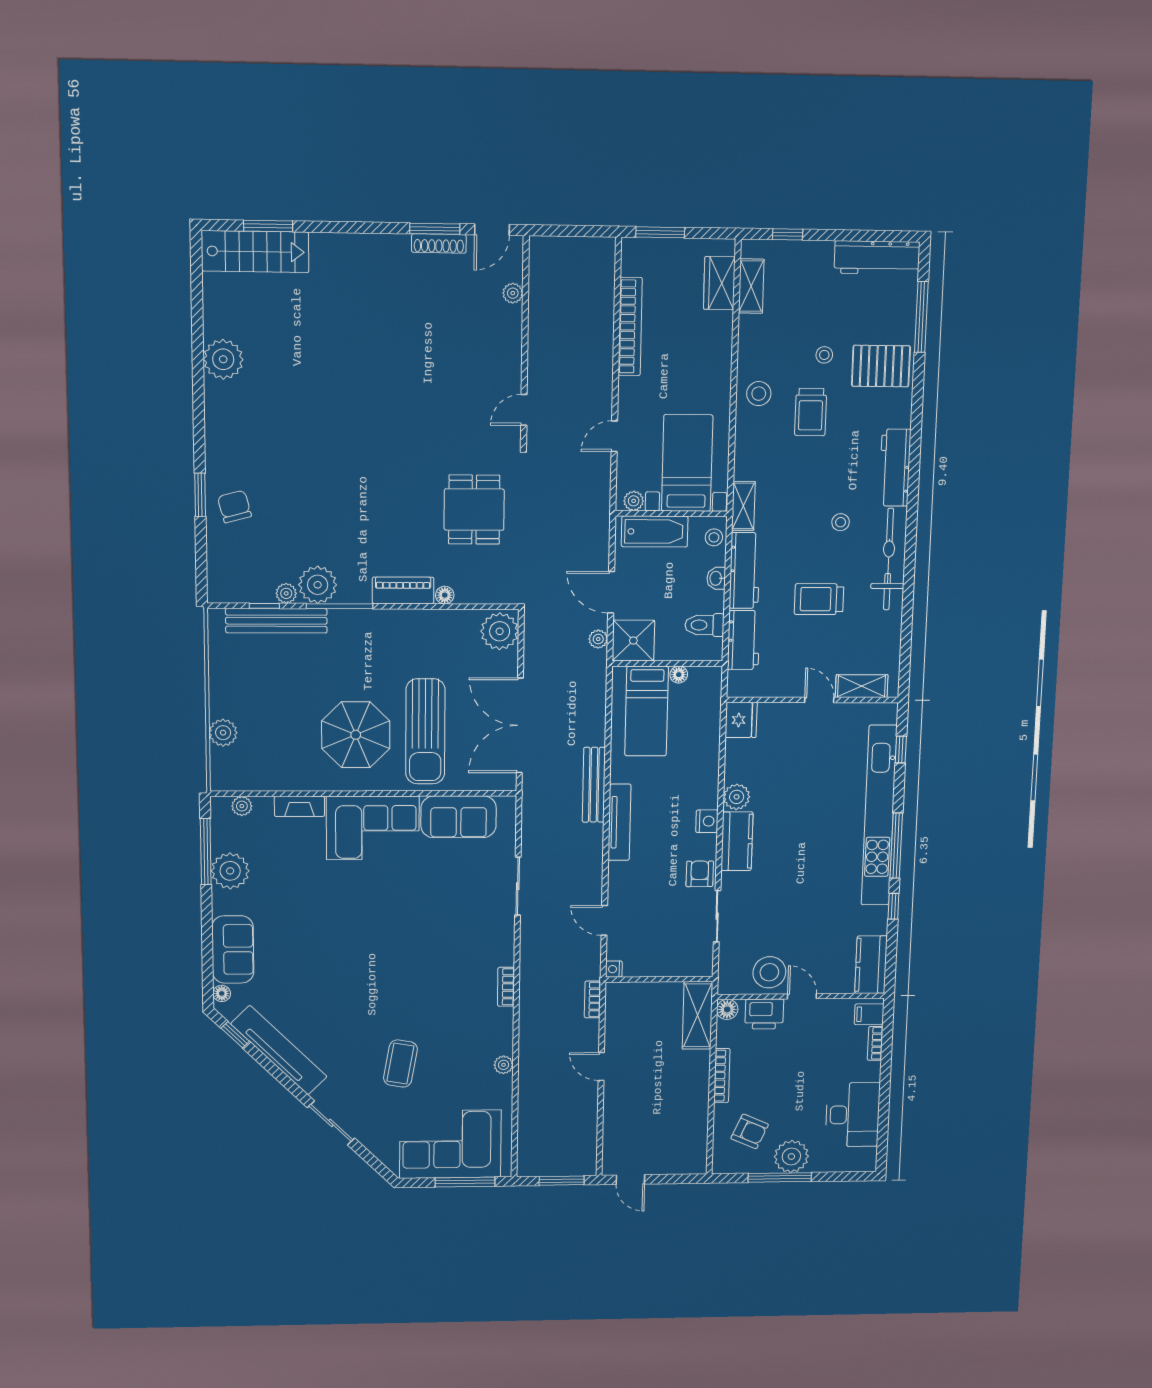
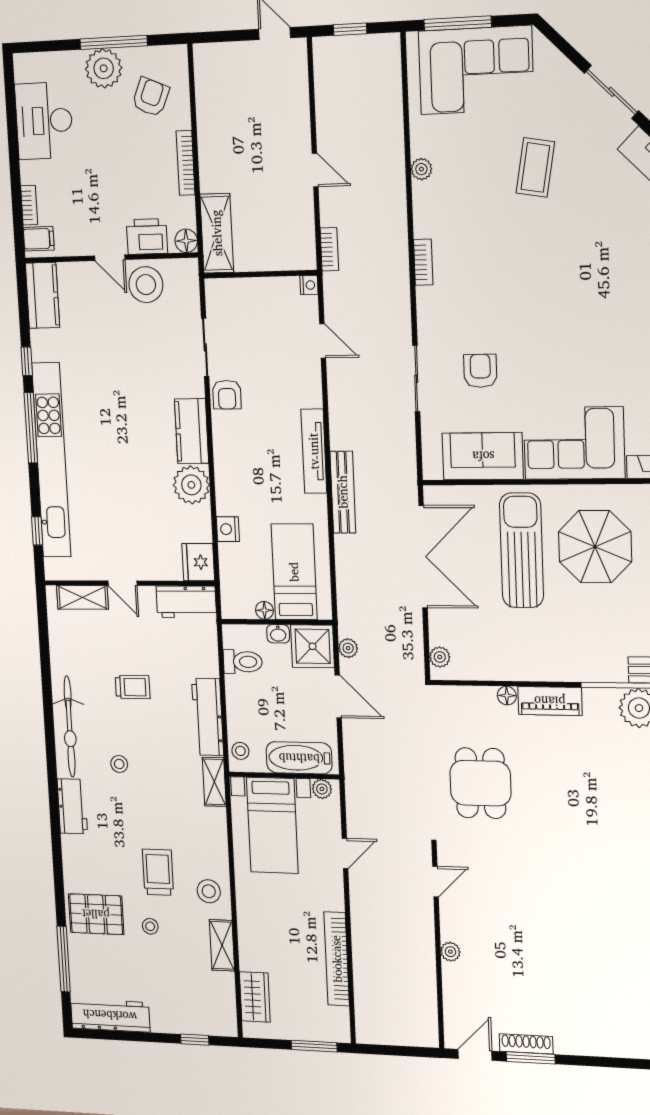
shelving: (751, 286) -> (222, 945), moved
plant: (513, 293) -> (450, 952), moved
workbench: (895, 468) -> (72, 806), width x0.73
washbasin: (716, 578) -> (278, 634), moved, turned 90
trolley: (819, 599) -> (133, 687), width x0.73, depth x0.72
plant: (500, 631) -> (440, 657), width x0.53, depth x0.53
workbench: (744, 640) -> (186, 602), moved, turned -90
plant: (737, 797) -> (191, 485), width x1.36, depth x1.36
nightstand: (707, 821) -> (228, 529), moved
armchair: (458, 892) -> (480, 371), added
armchair: (750, 1131) -> (151, 97), turned 89
window: (562, 1181) -> (350, 29), width x0.67

